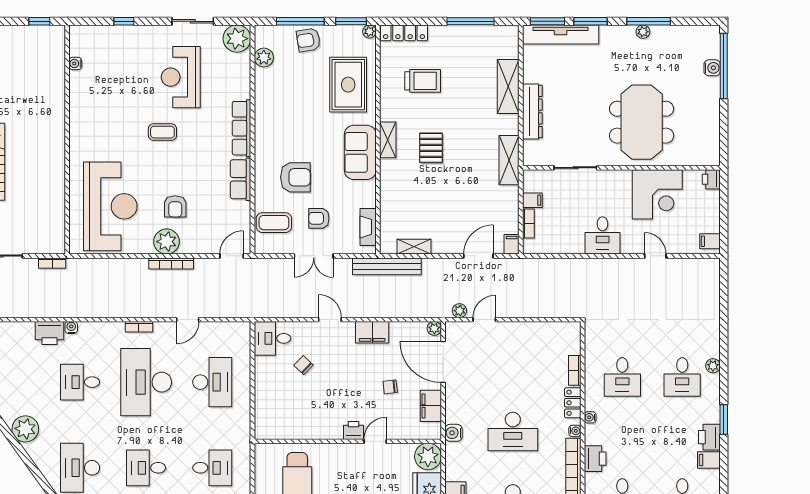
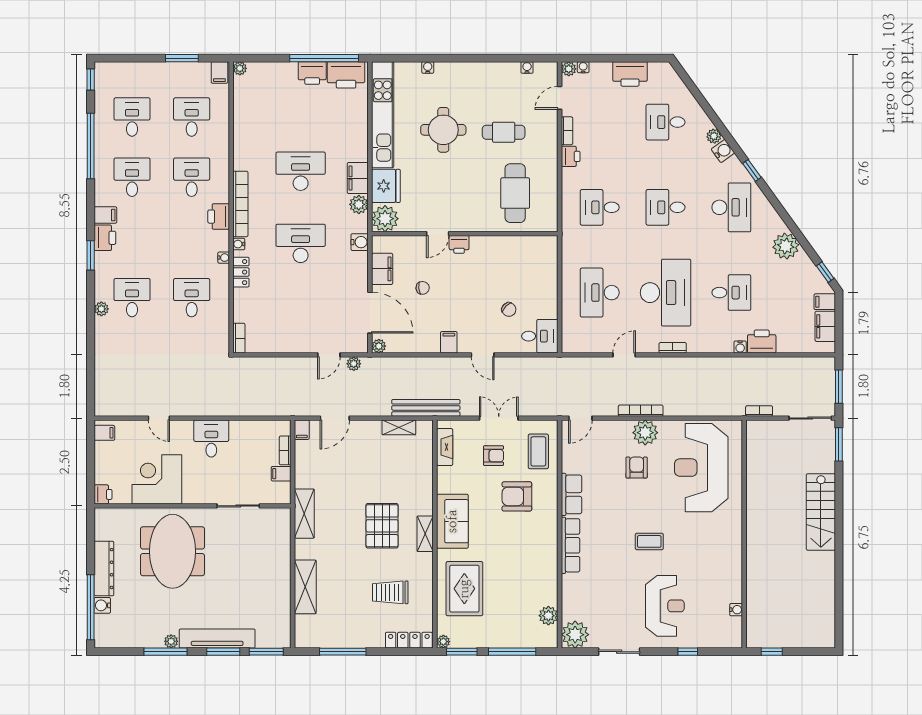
tv unit: (561, 35) -> (217, 639), moved
armchair: (308, 40) -> (504, 633), removed
reception desk: (181, 77) -> (665, 606), moved
dresser: (532, 111) -> (104, 569), moved, turned 180
pallet: (431, 148) -> (382, 526), width x1.50, depth x1.42
coffee table: (274, 223) -> (538, 451), turned 90
filing cabinet: (372, 332) -> (449, 342), width x0.50
bookcase: (575, 370) -> (239, 338), moved
desk: (146, 468) -> (666, 207), turned 180
plant: (454, 471) -> (359, 204), added

